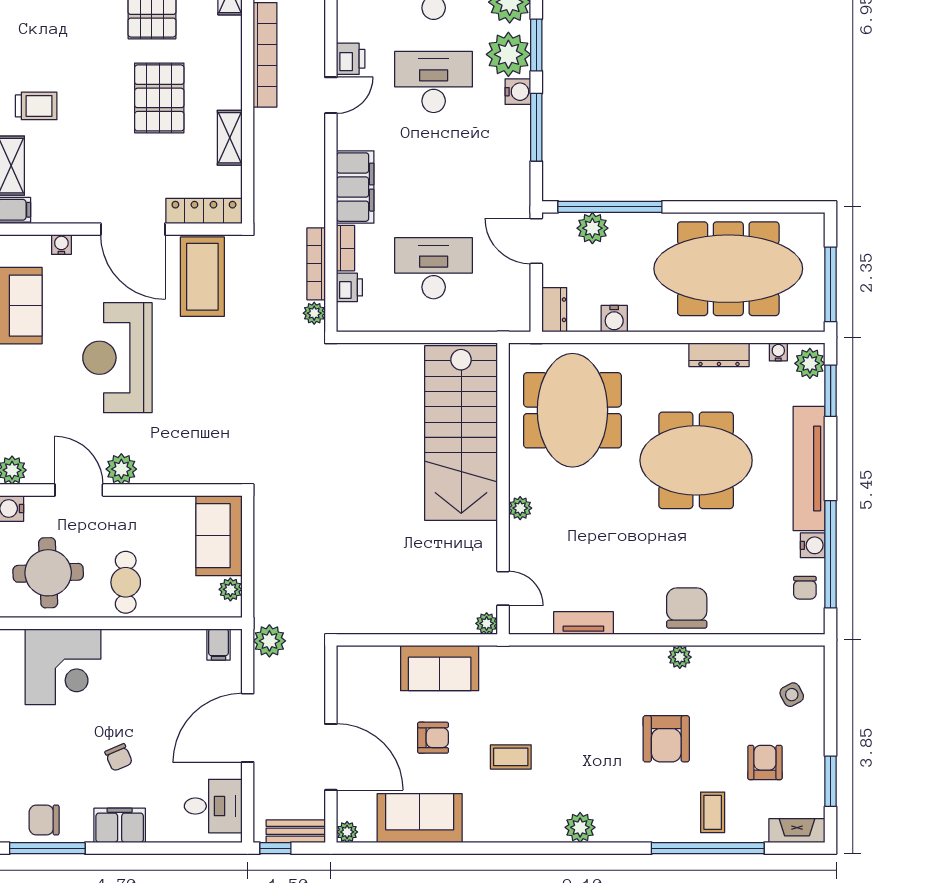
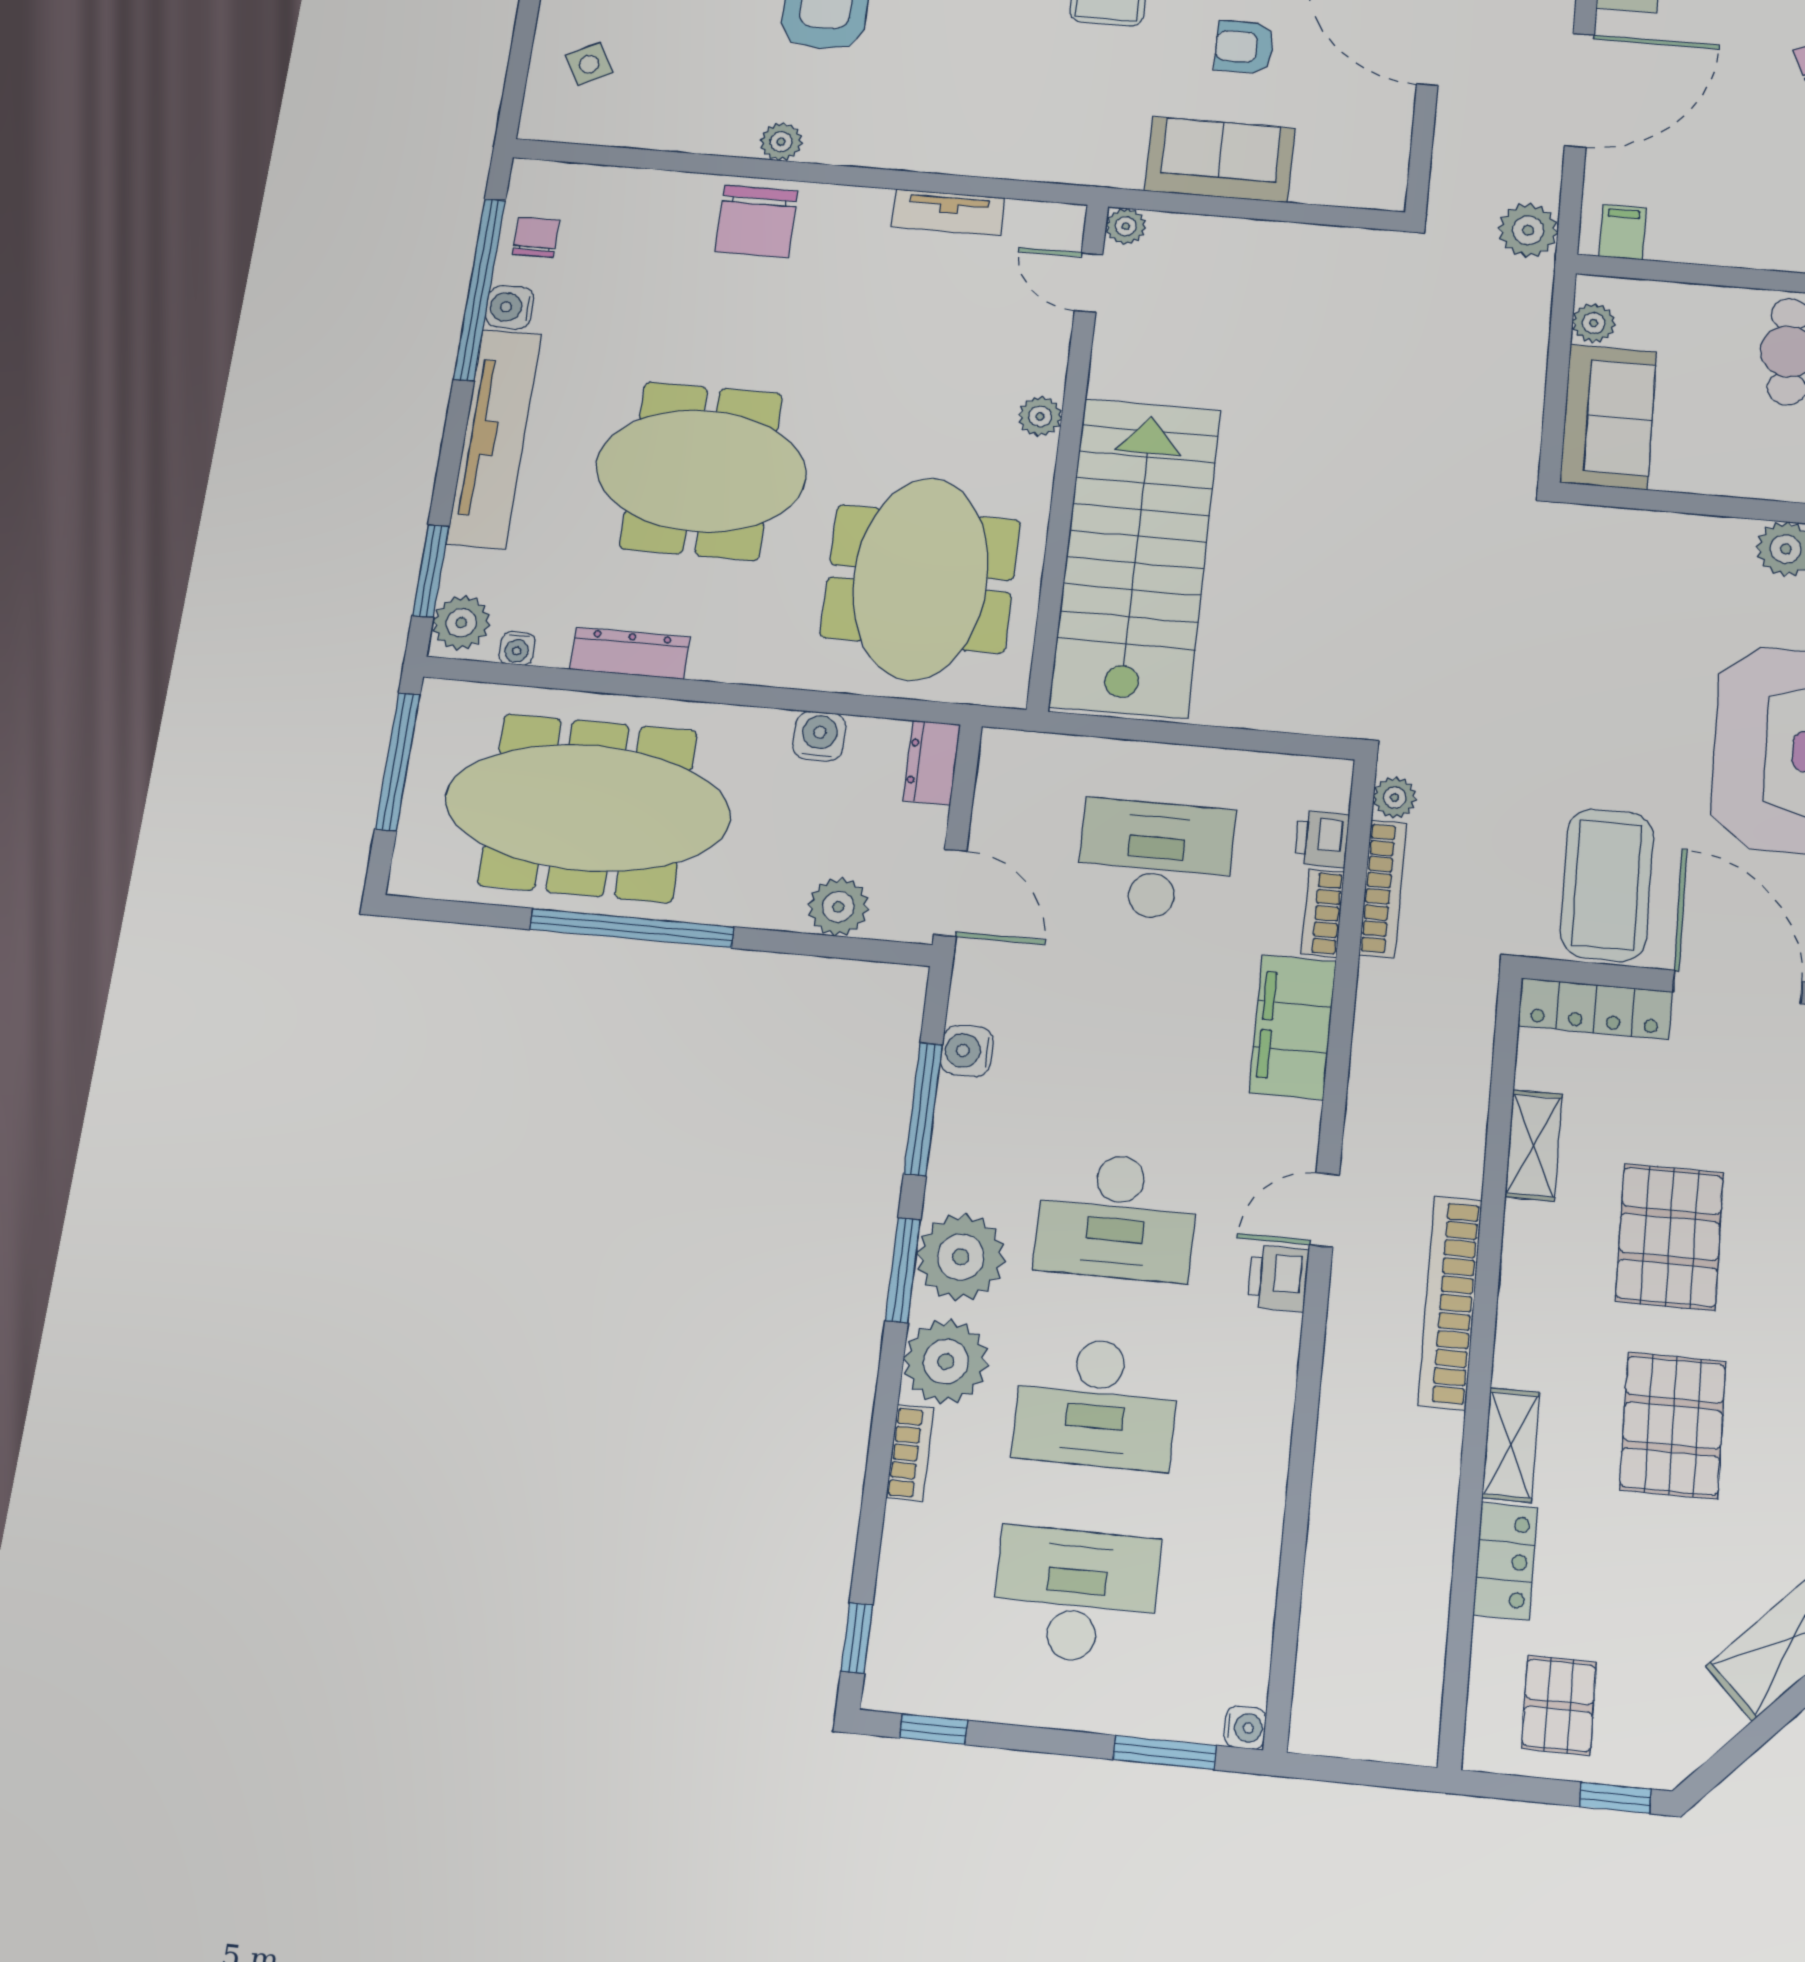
water cooler: (518, 92) -> (967, 1051), moved
window: (610, 207) -> (632, 928), moved
desk: (434, 268) -> (1155, 860), turned 180

